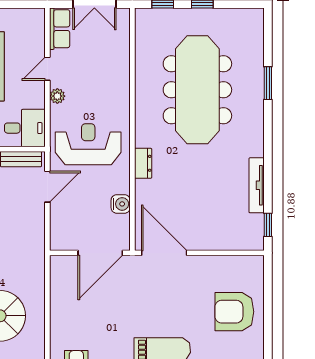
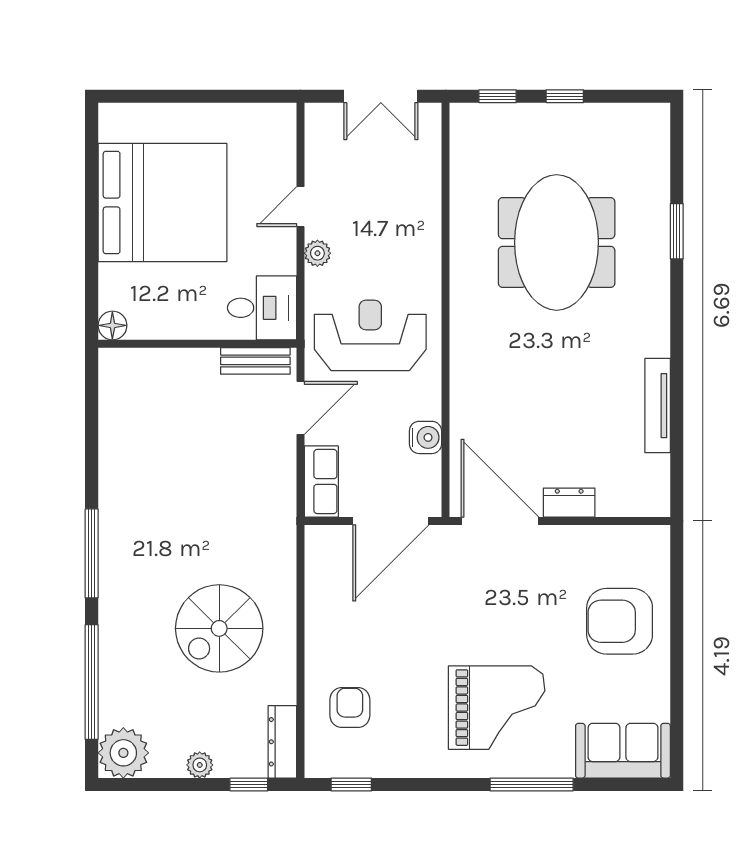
row of seats: (60, 29) -> (321, 482), moved
meeting table: (197, 90) -> (557, 242), width x0.73
dresser: (143, 163) -> (569, 503), moved, turned -90
window: (268, 225) -> (677, 473), removed

